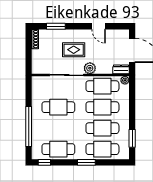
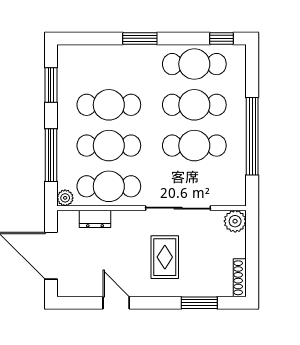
rug: (74, 50) -> (165, 257), turned 90
plant: (90, 68) -> (235, 221), moved
dresser: (121, 69) -> (95, 219), moved
window: (132, 102) -> (51, 155), added
window: (29, 127) -> (252, 136), moved
cafe table: (102, 149) -> (194, 105), moved

